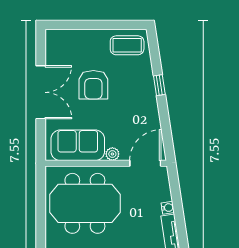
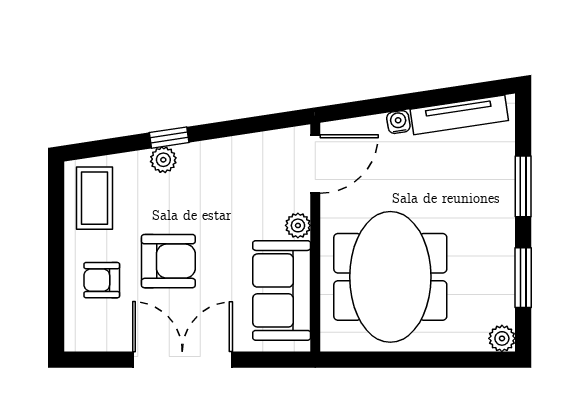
armchair: (83, 49) -> (102, 280), added
plant: (148, 82) -> (163, 160), added
door: (145, 163) -> (315, 164), swing flipped

